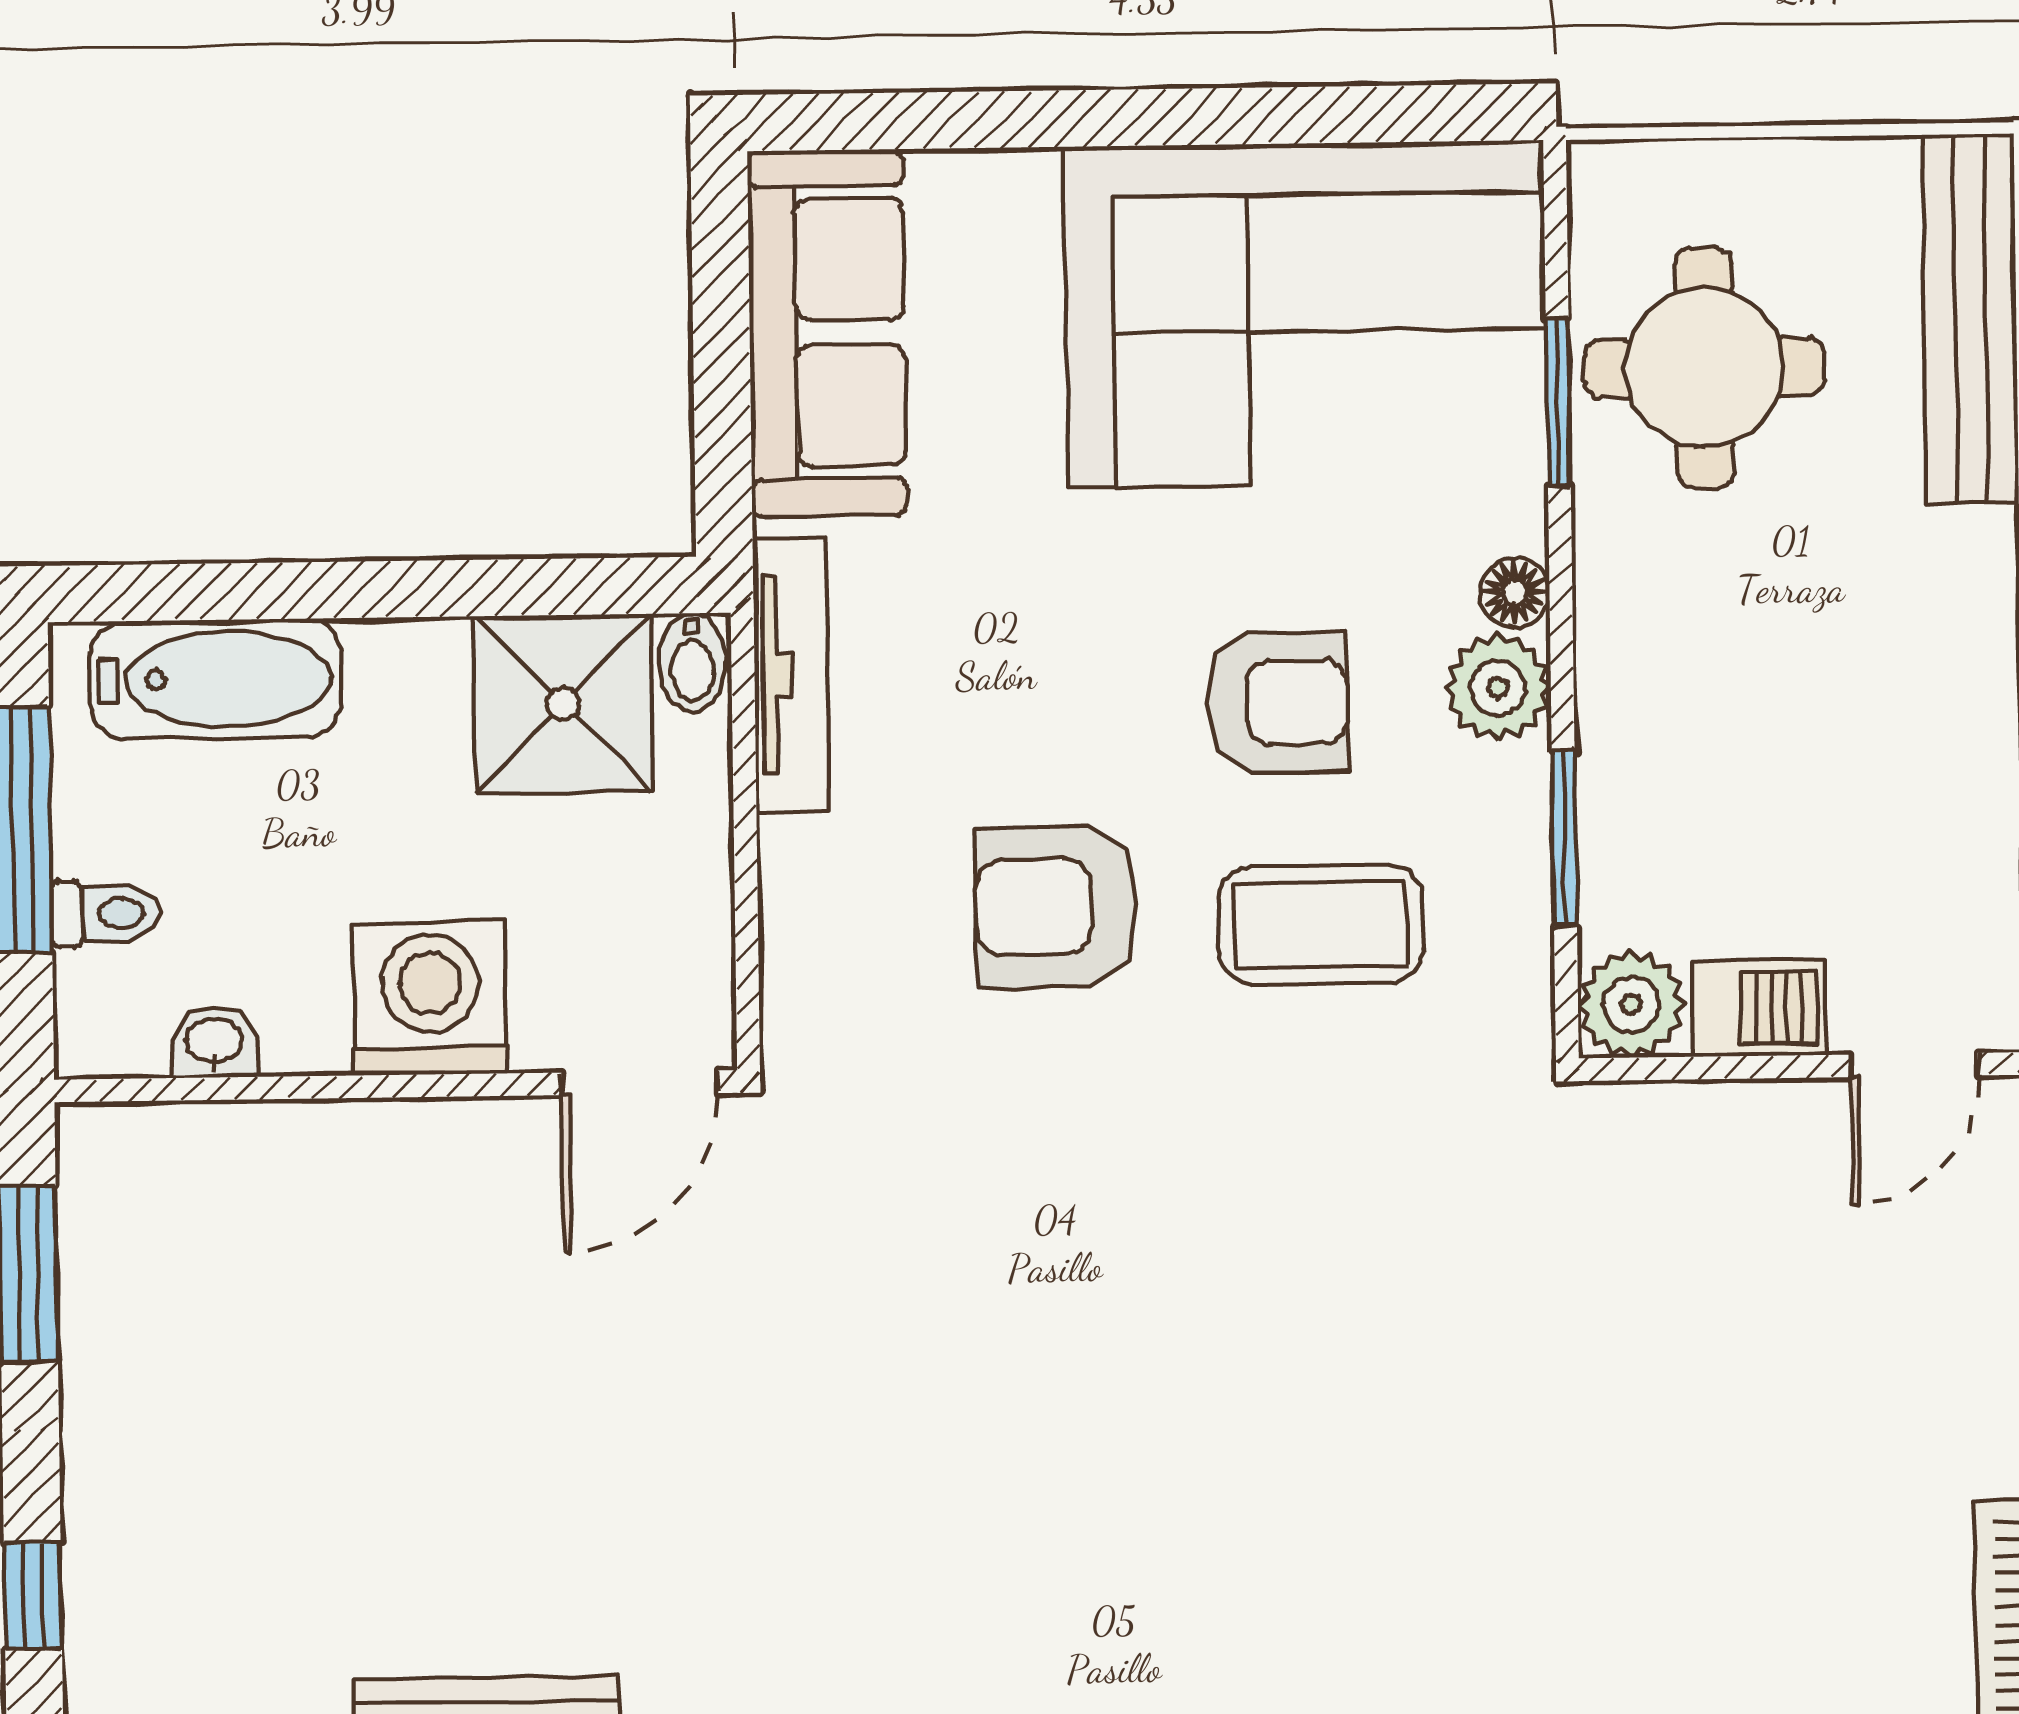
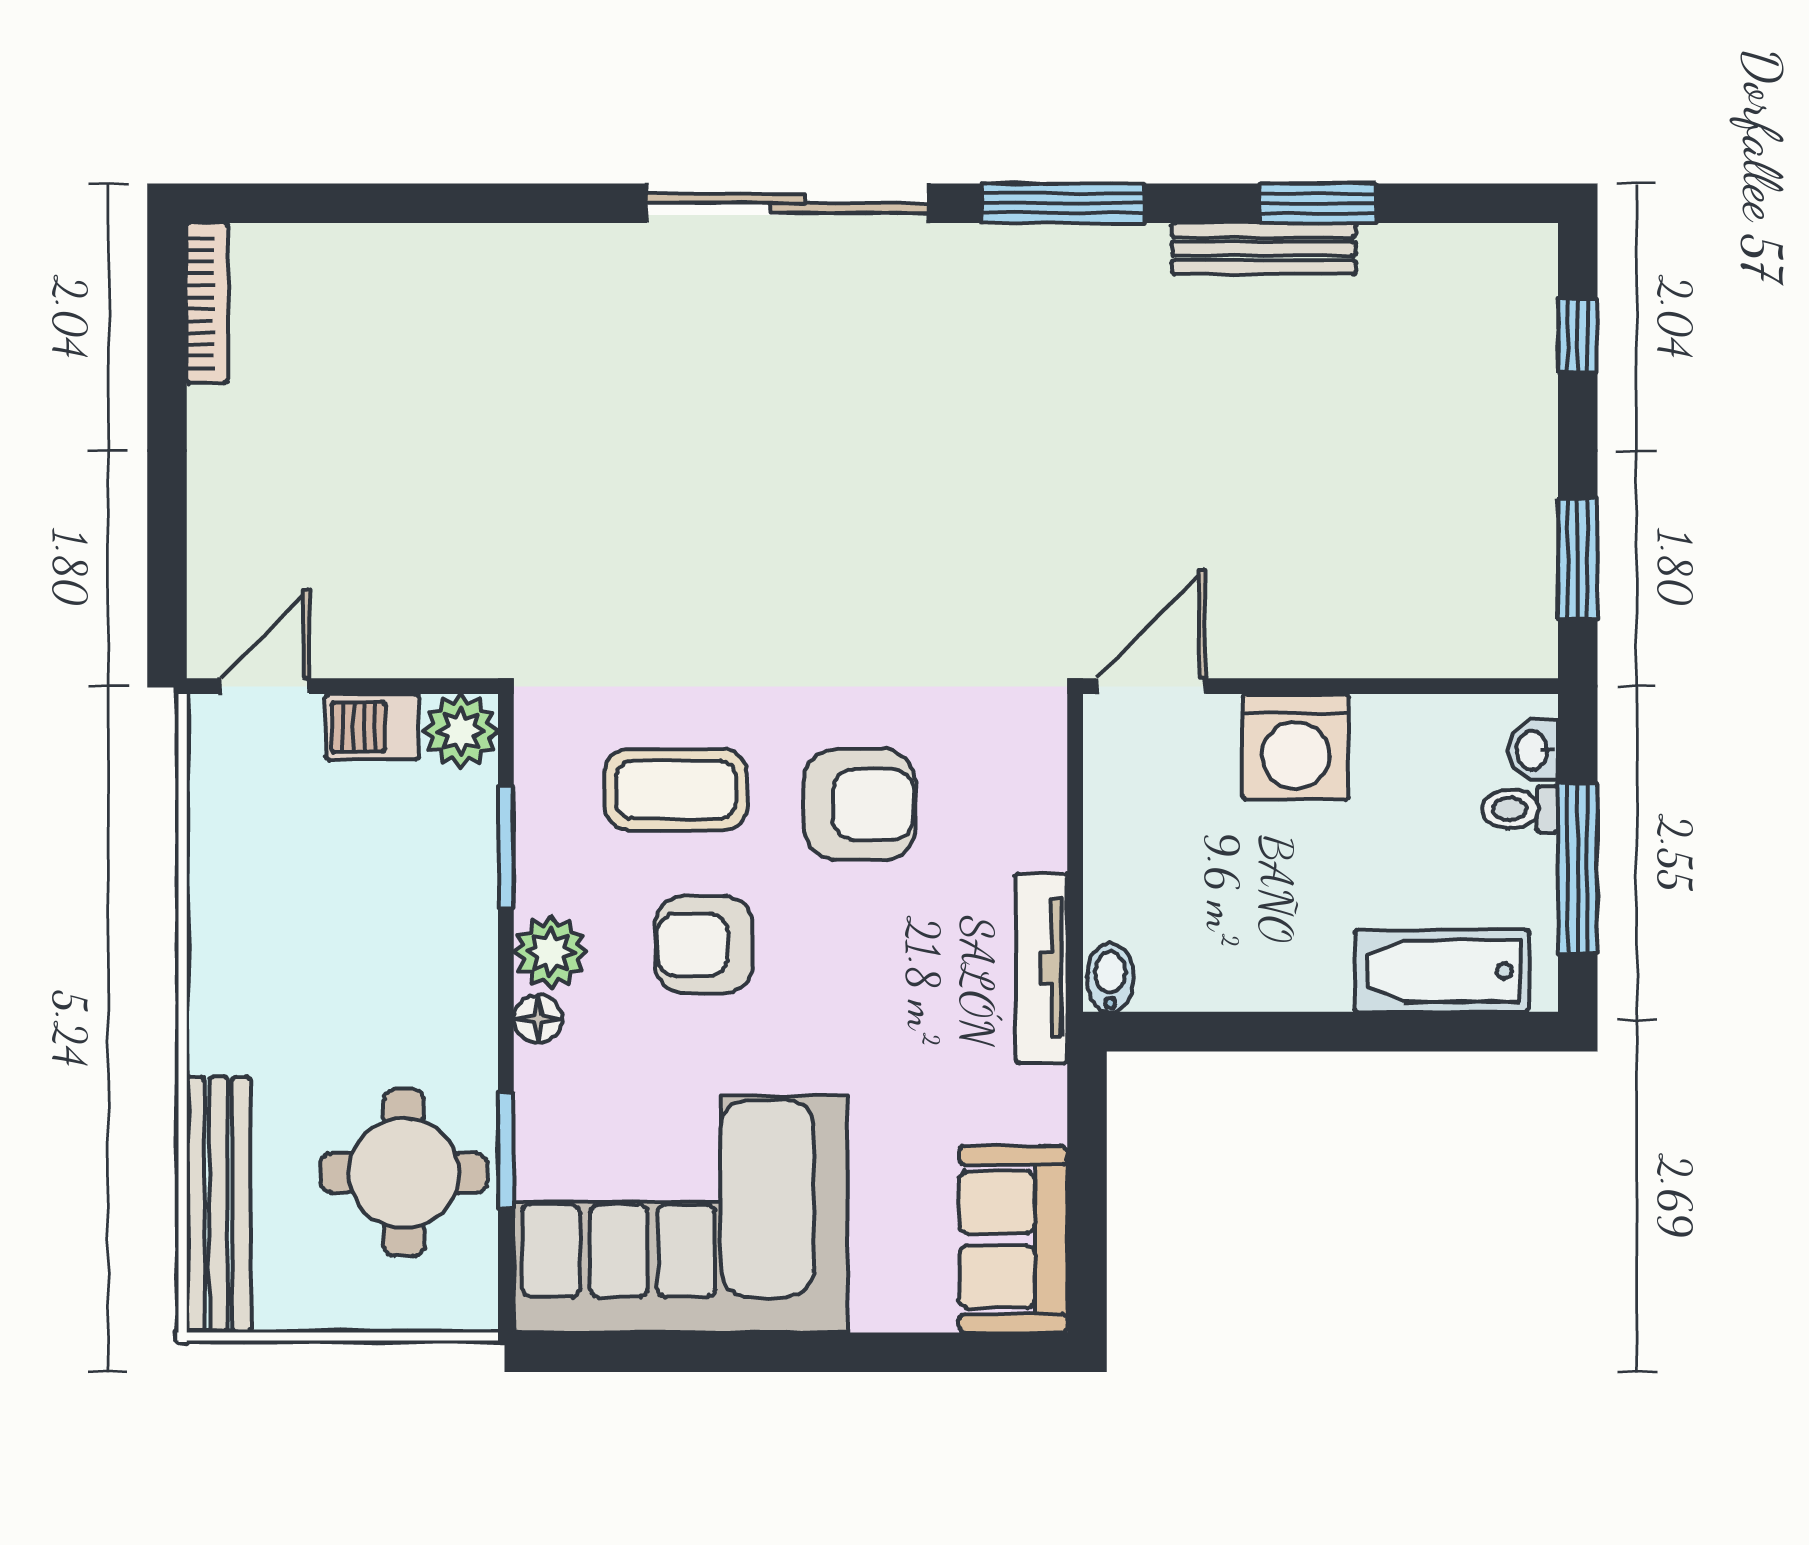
sofa: (827, 333) -> (1013, 1239), width x0.73
shower: (563, 704) -> (1200, 950), removed
washbasin: (214, 1042) -> (1534, 750), moved, turned 90

